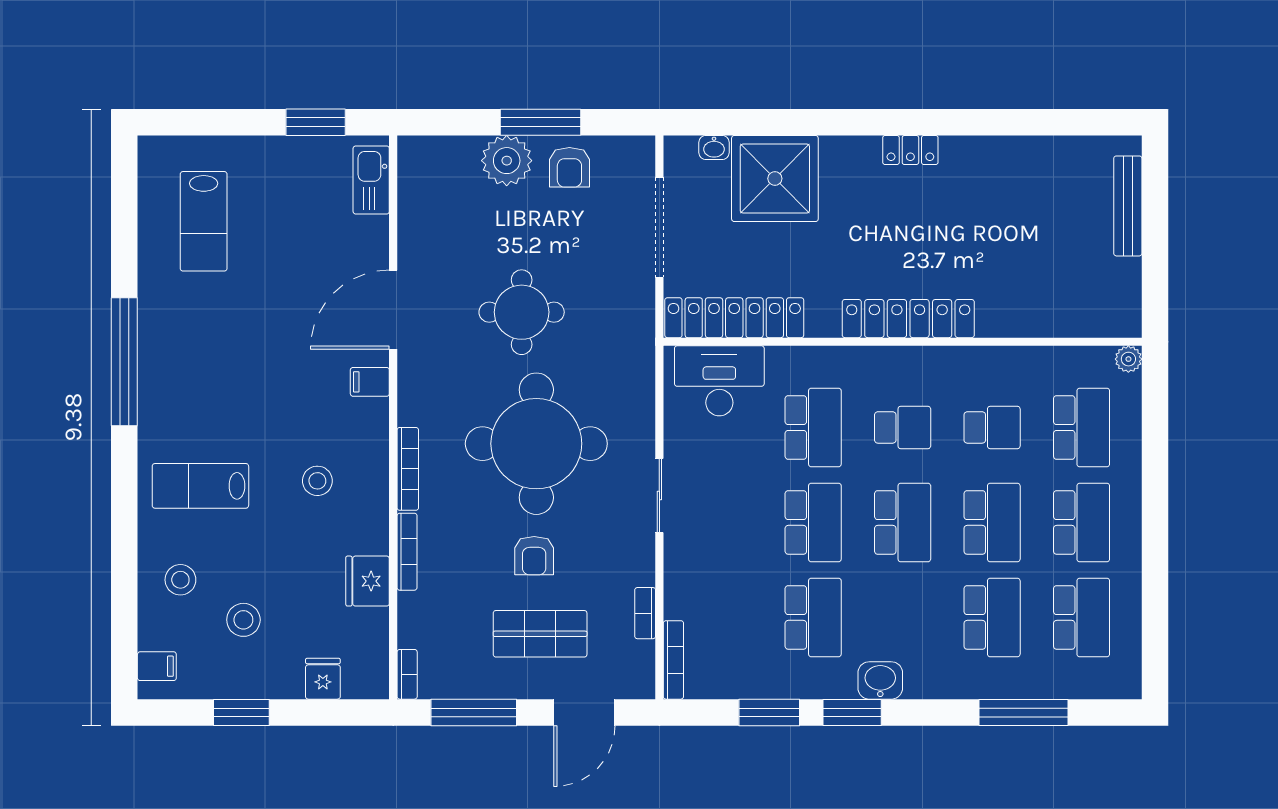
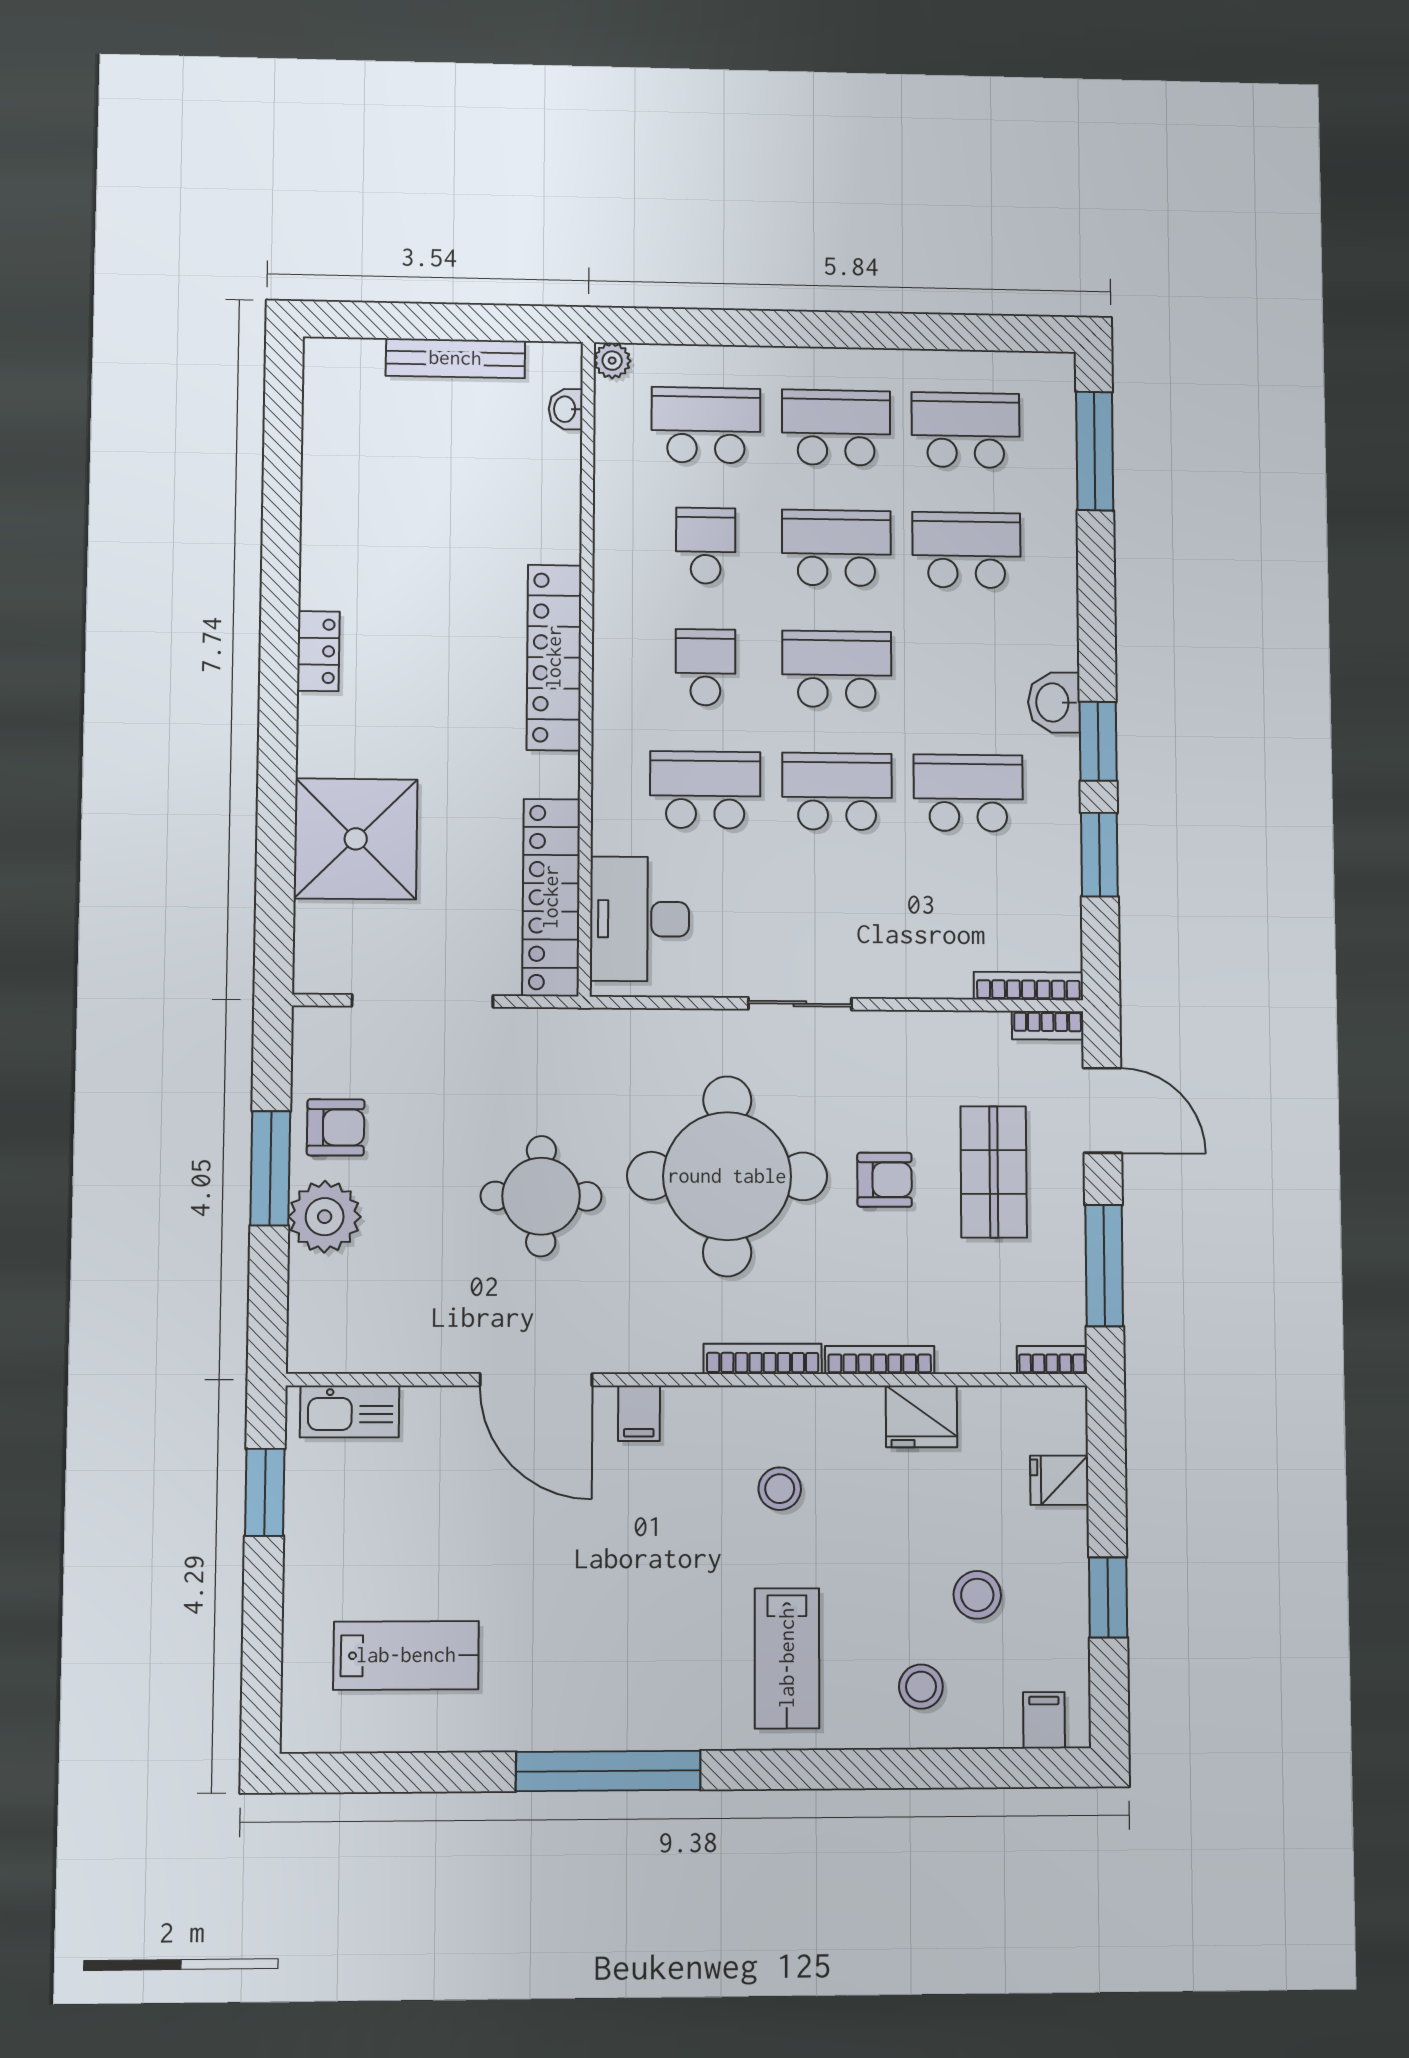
washbasin: (714, 147) -> (566, 409), moved, turned 180
bench: (1128, 206) -> (455, 358), moved
bookcase: (645, 613) -> (1048, 1025), moved
window: (1024, 712) -> (1095, 451), moved

